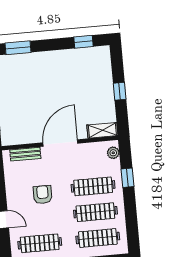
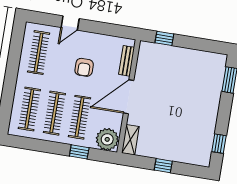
door: (60, 143) -> (129, 97), swing flipped
plant: (113, 153) -> (107, 139), width x1.88, depth x1.88
armchair: (43, 195) -> (84, 67), turned 90

